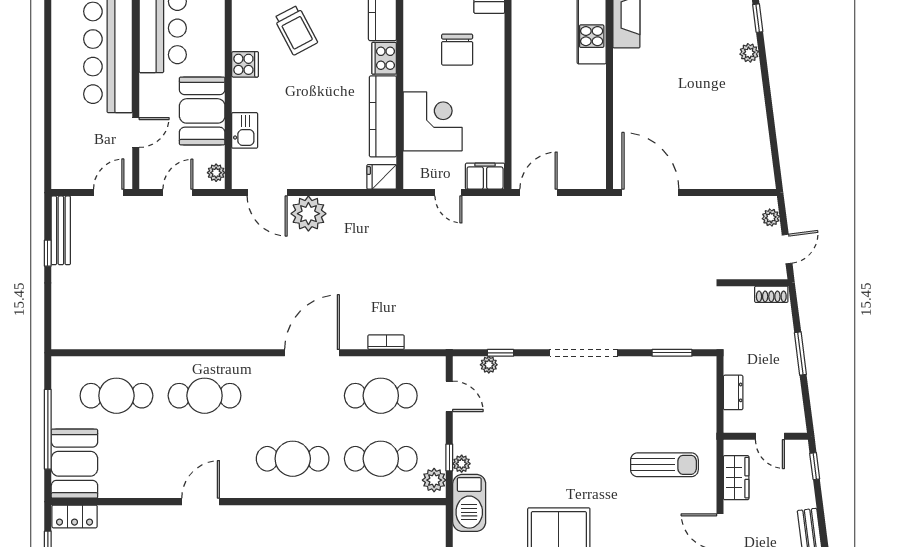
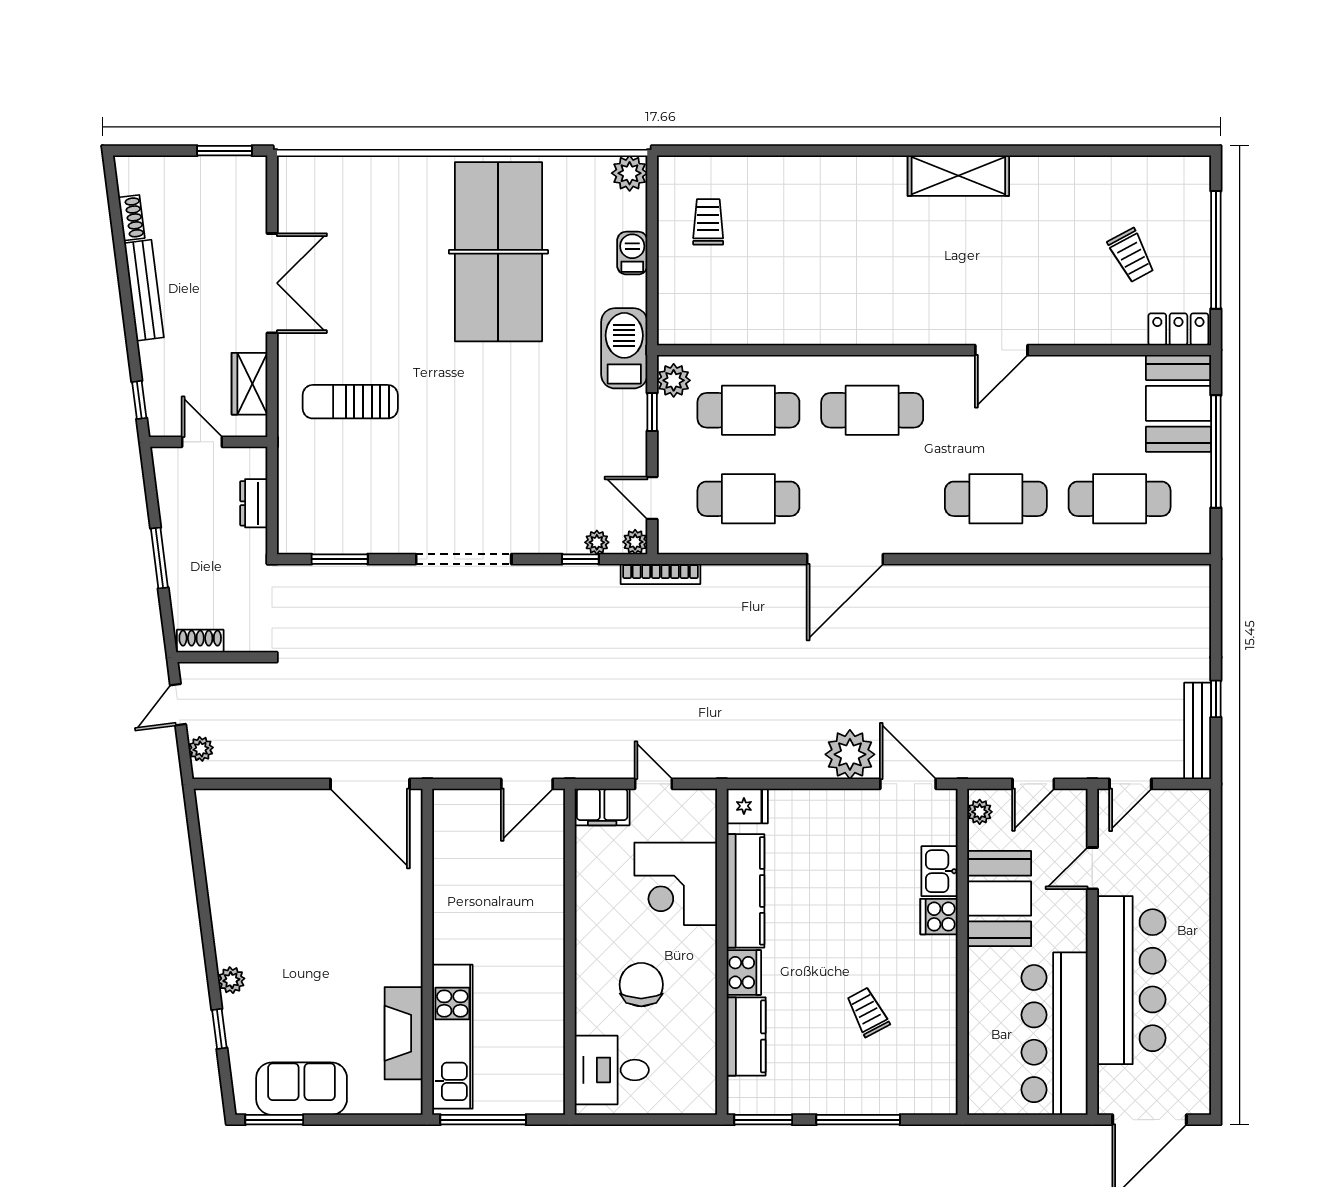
trolley: (296, 30) -> (868, 1012), width x0.73, depth x0.72
cooker: (245, 64) -> (939, 917), moved
bookcase: (386, 342) -> (661, 574), moved, width x1.56
plant: (462, 464) -> (635, 542), moved

